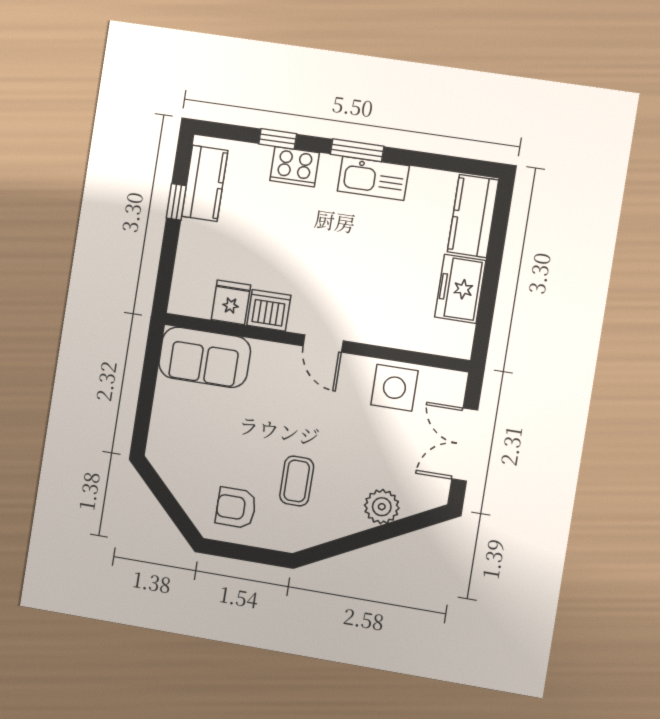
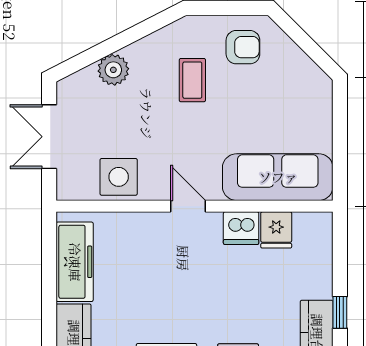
freezer: (460, 289) -> (75, 262), width x1.40
sofa: (205, 357) -> (278, 177), width x1.36
double door: (465, 445) -> (49, 137), swing flipped

